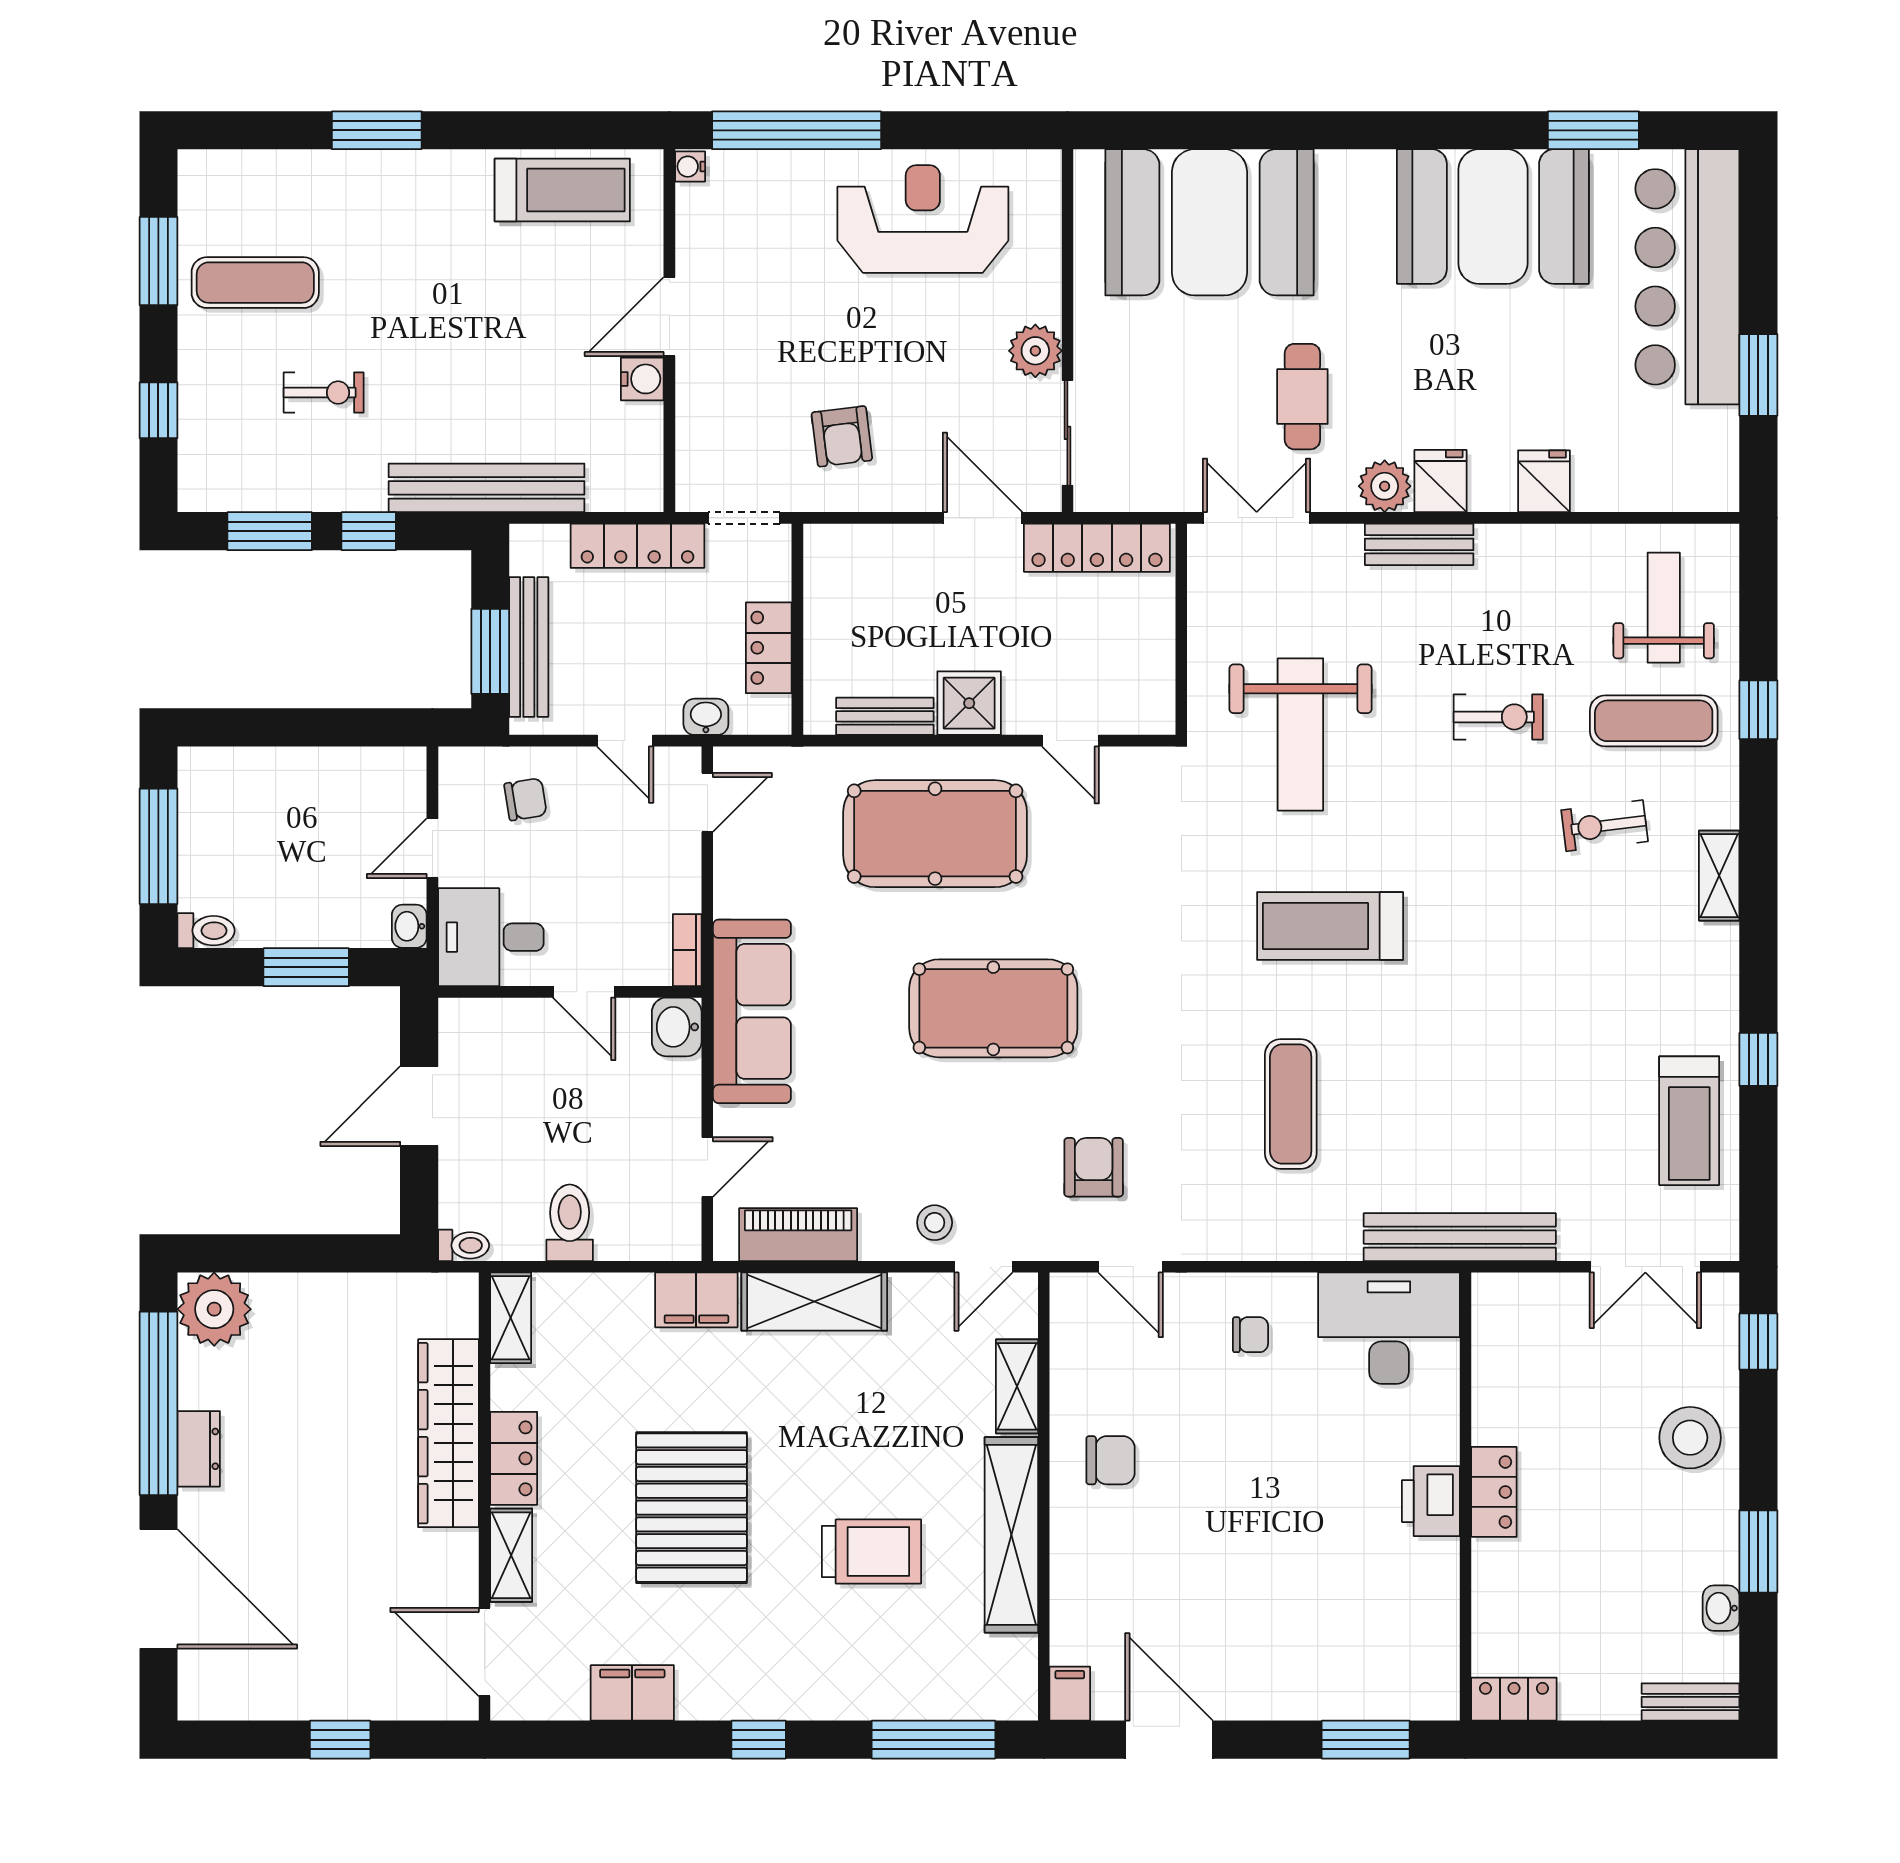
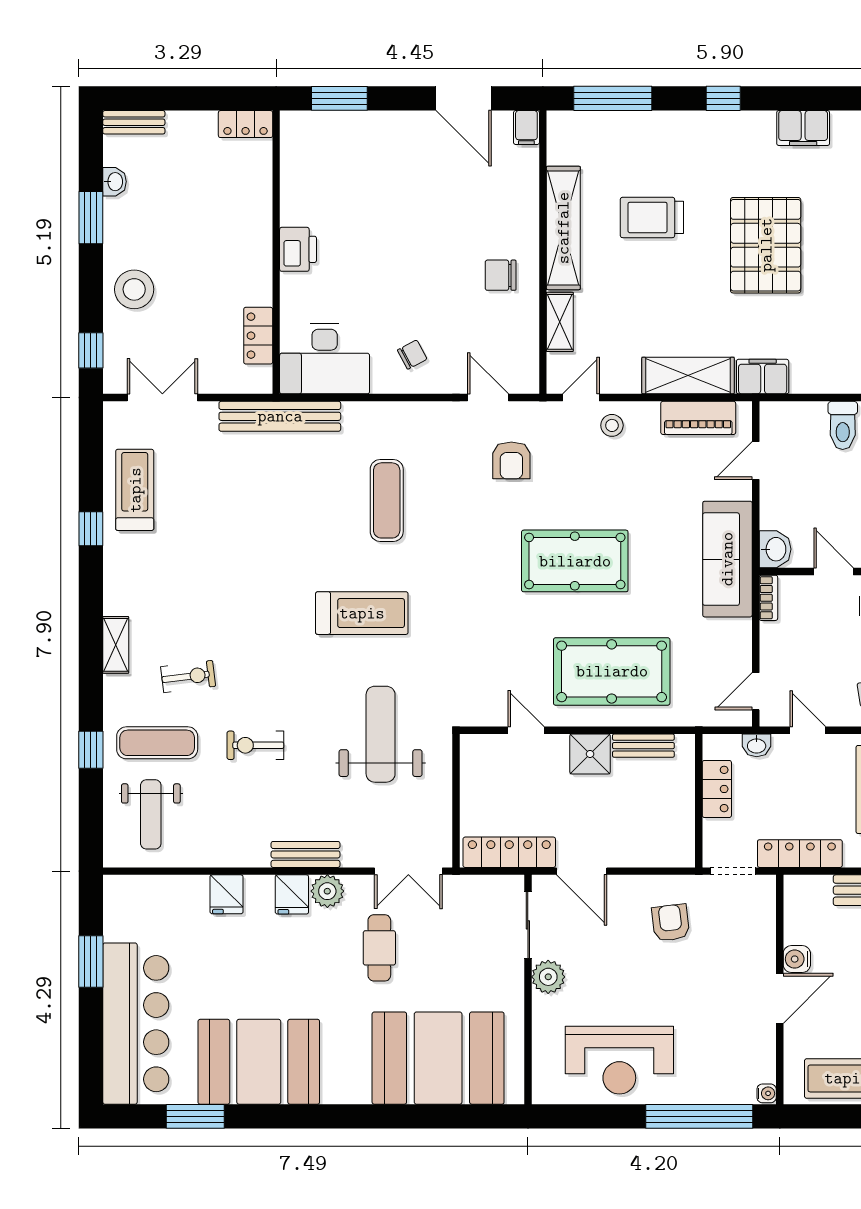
chair: (1250, 1335) -> (412, 355), turned 152
locker: (1494, 1492) -> (258, 336), moved

